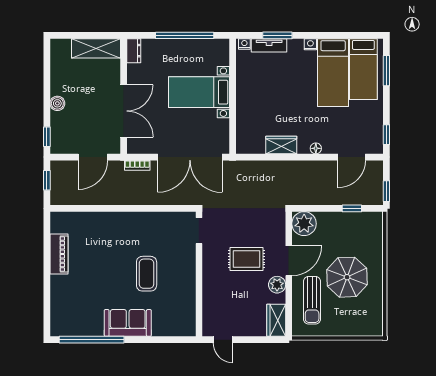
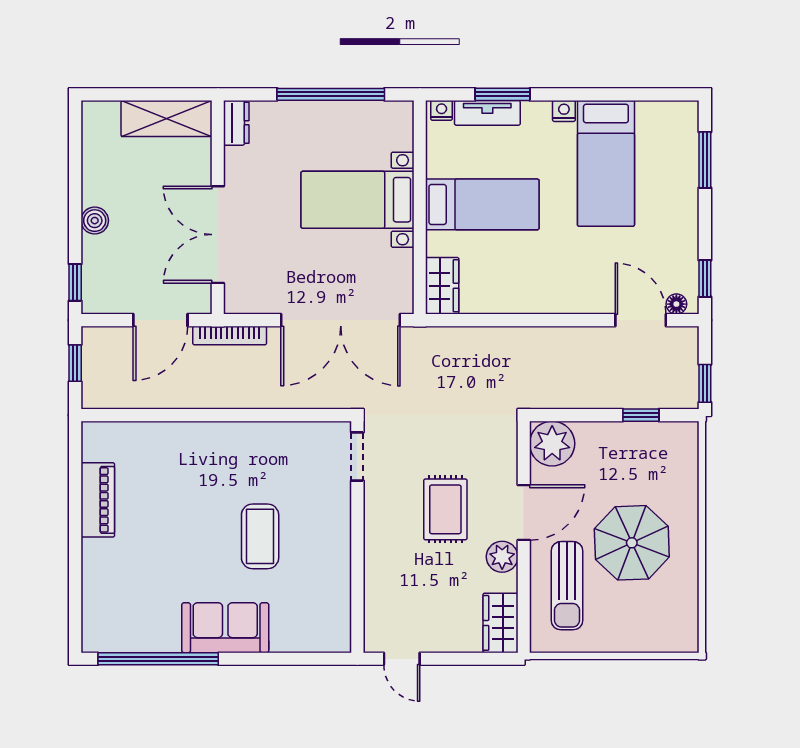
bed: (363, 69) -> (482, 204), moved, turned -90
double door: (124, 111) -> (218, 235), swing flipped
wardrobe: (281, 145) -> (442, 286), moved, turned 90
floor lamp: (316, 148) -> (676, 304), moved
door: (352, 157) -> (641, 320), swing flipped
bookcase: (137, 165) -> (230, 335), width x1.56
rug: (246, 259) -> (445, 509), turned 90

